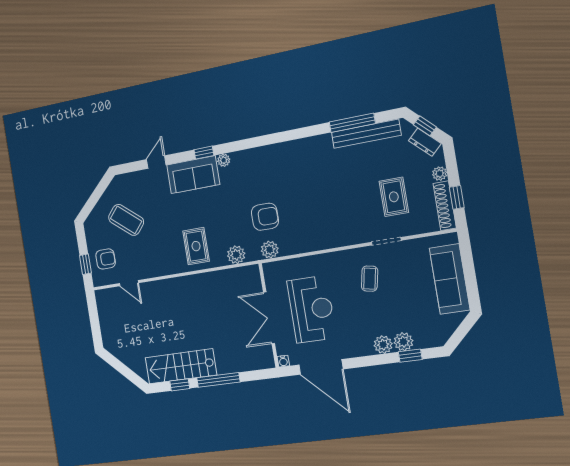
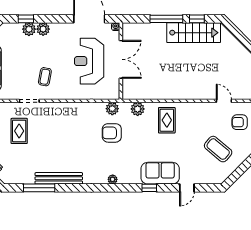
bench: (366, 134) -> (59, 178), moved
plant: (224, 160) -> (113, 179), moved

